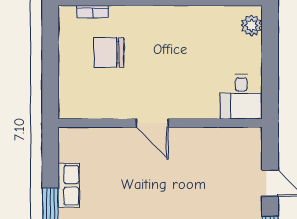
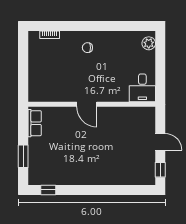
chair: (109, 52) -> (87, 48), moved, width x0.54, depth x0.54
row of seats: (69, 185) -> (35, 123), moved

